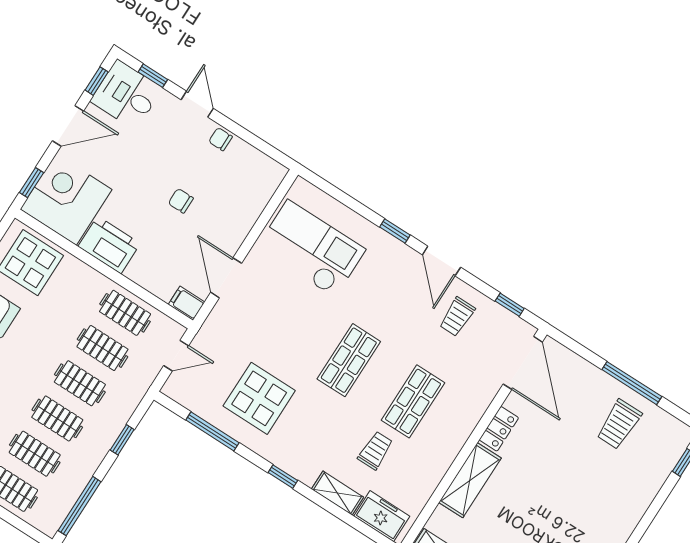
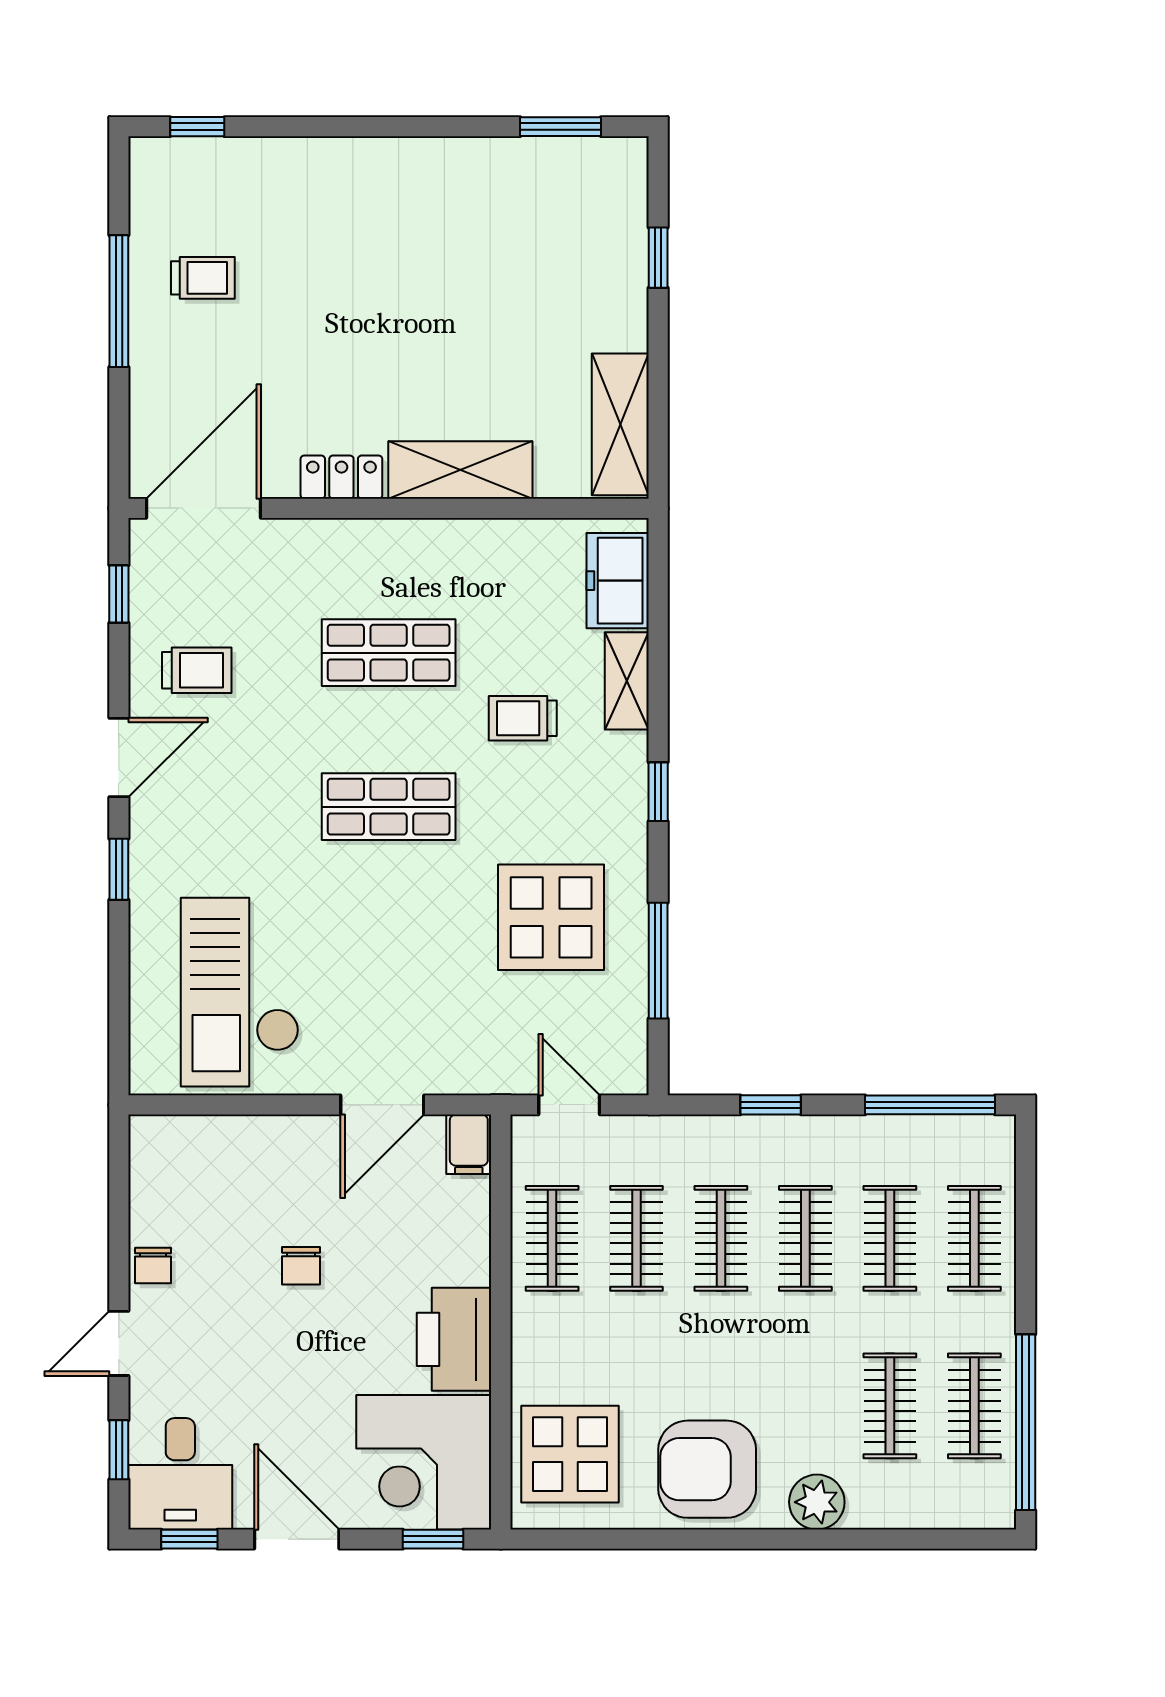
trolley: (619, 424) -> (203, 278), width x0.73, depth x0.72
trolley: (375, 451) -> (523, 718), moved

